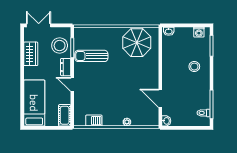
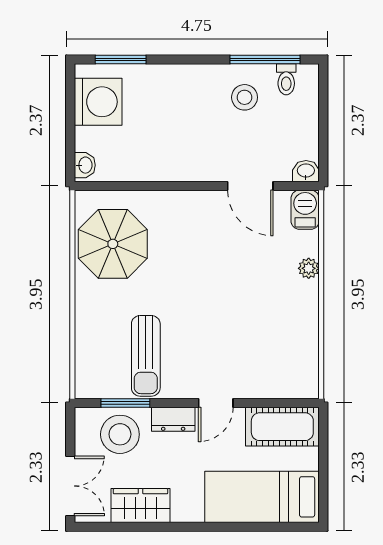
double door: (39, 25) -> (70, 486), swing flipped
washing machine: (199, 32) -> (98, 102), width x1.89, depth x1.89
stool: (194, 67) -> (245, 97), moved
door: (160, 98) -> (250, 186), hinge flipped
cot: (65, 115) -> (282, 427), width x1.37, depth x1.34
barbecue: (94, 121) -> (305, 210), moved

